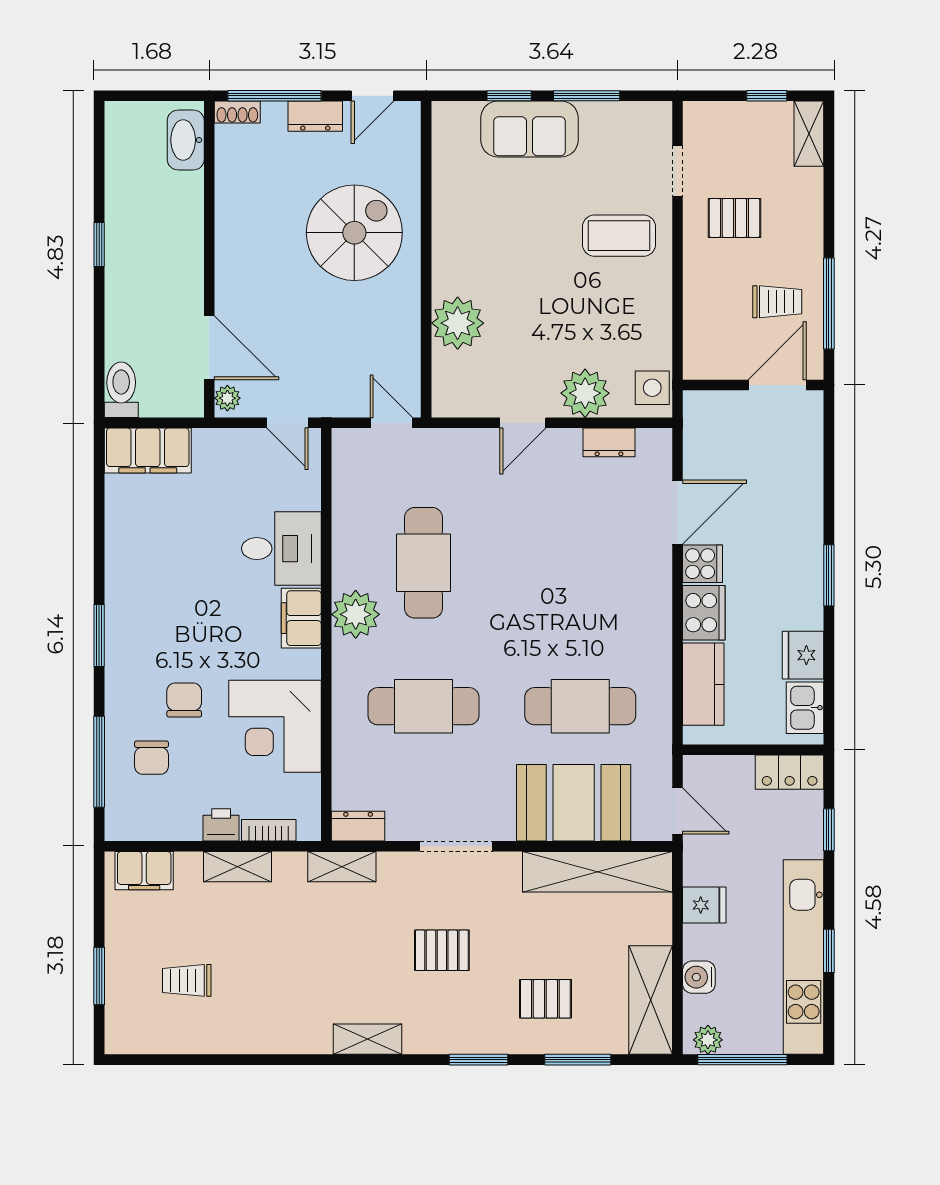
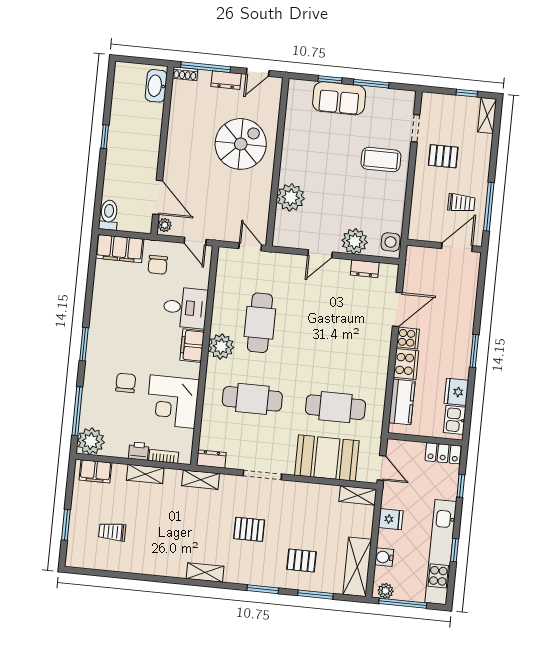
chair: (151, 758) -> (158, 265), moved
plant: (130, 815) -> (91, 441), added
shelving: (597, 872) -> (358, 495), width x0.45, depth x0.75

